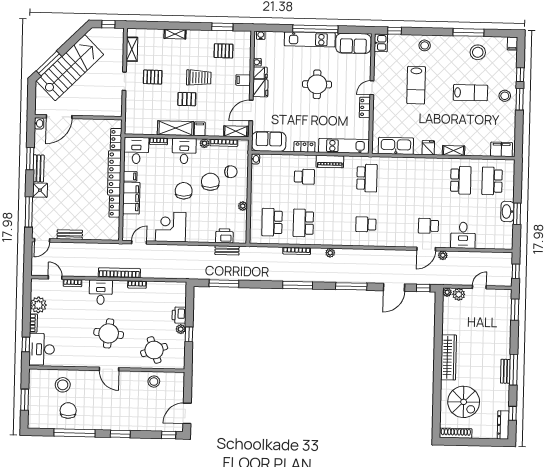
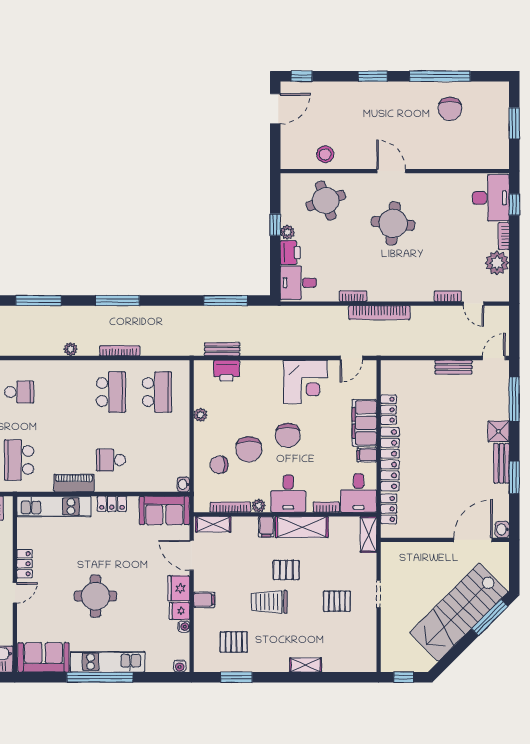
shelving: (132, 49) -> (368, 534), moved
door: (251, 111) -> (192, 555), swing flipped
desk: (101, 292) -> (298, 283), moved, turned 90
stool: (63, 385) -> (459, 146), removed

